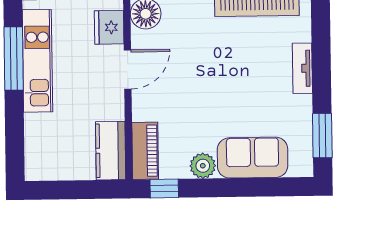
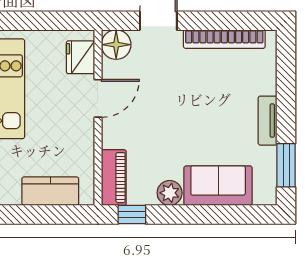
tv unit: (302, 68) -> (268, 121), moved
kitchen counter: (111, 151) -> (50, 191), moved, turned 90

